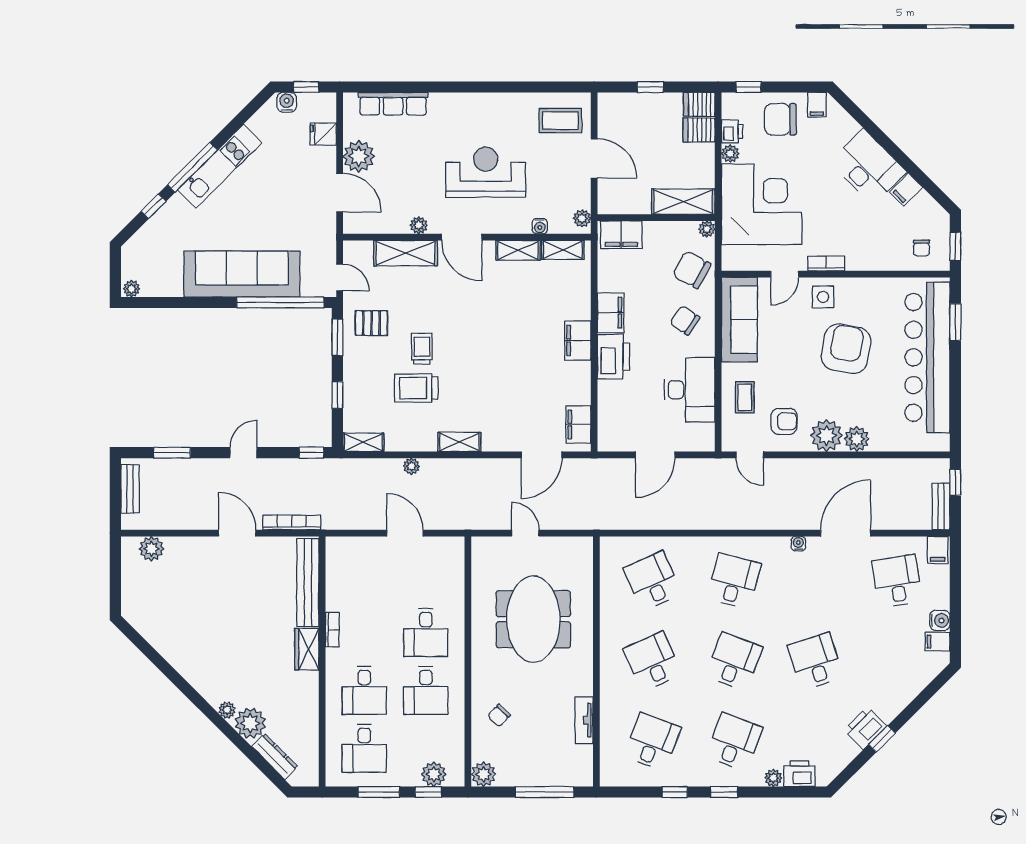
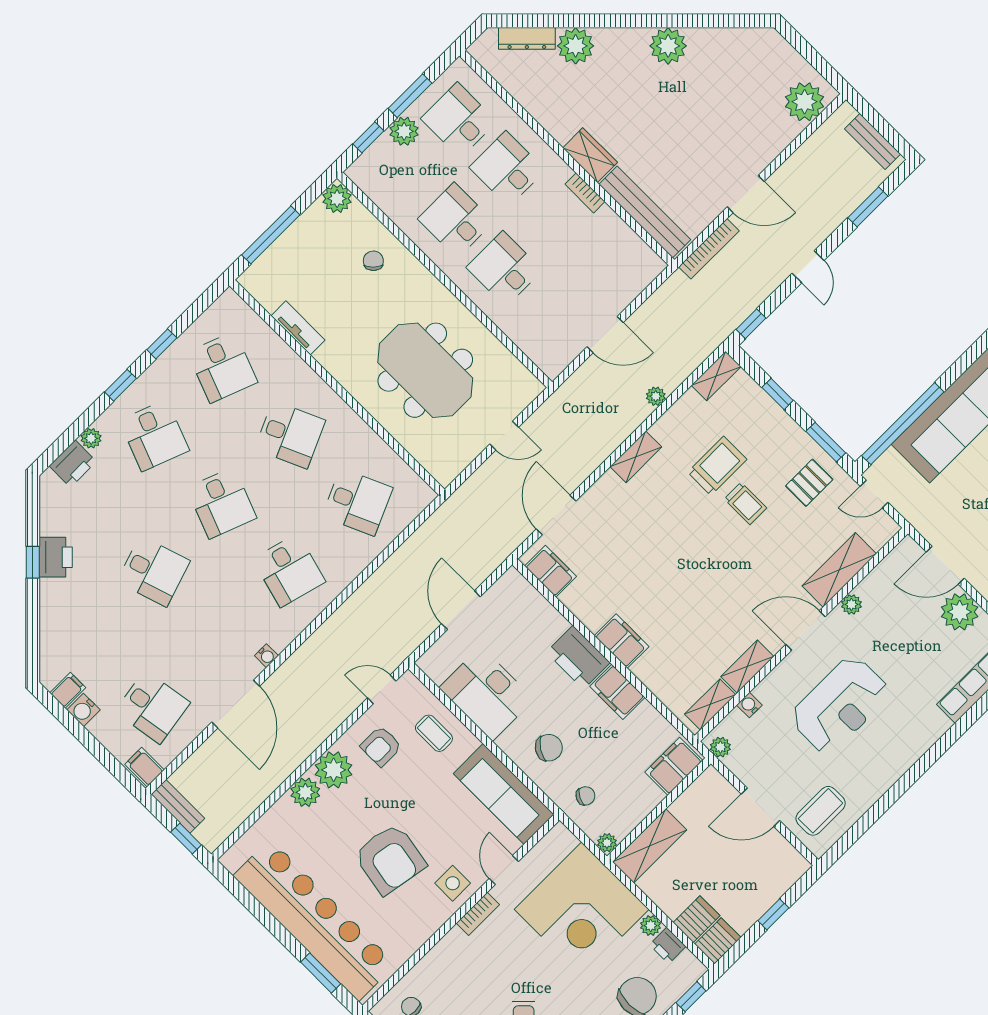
chair: (692, 270) -> (585, 796), width x0.54, depth x0.54
plant: (151, 549) -> (805, 102), width x1.36, depth x1.36
plant: (227, 710) -> (668, 46), moved, width x1.88, depth x1.88
plant: (434, 774) -> (404, 131), moved

